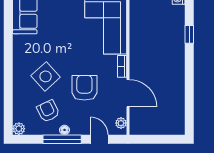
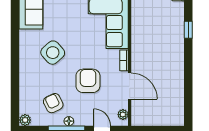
side table: (46, 76) -> (53, 53), moved

